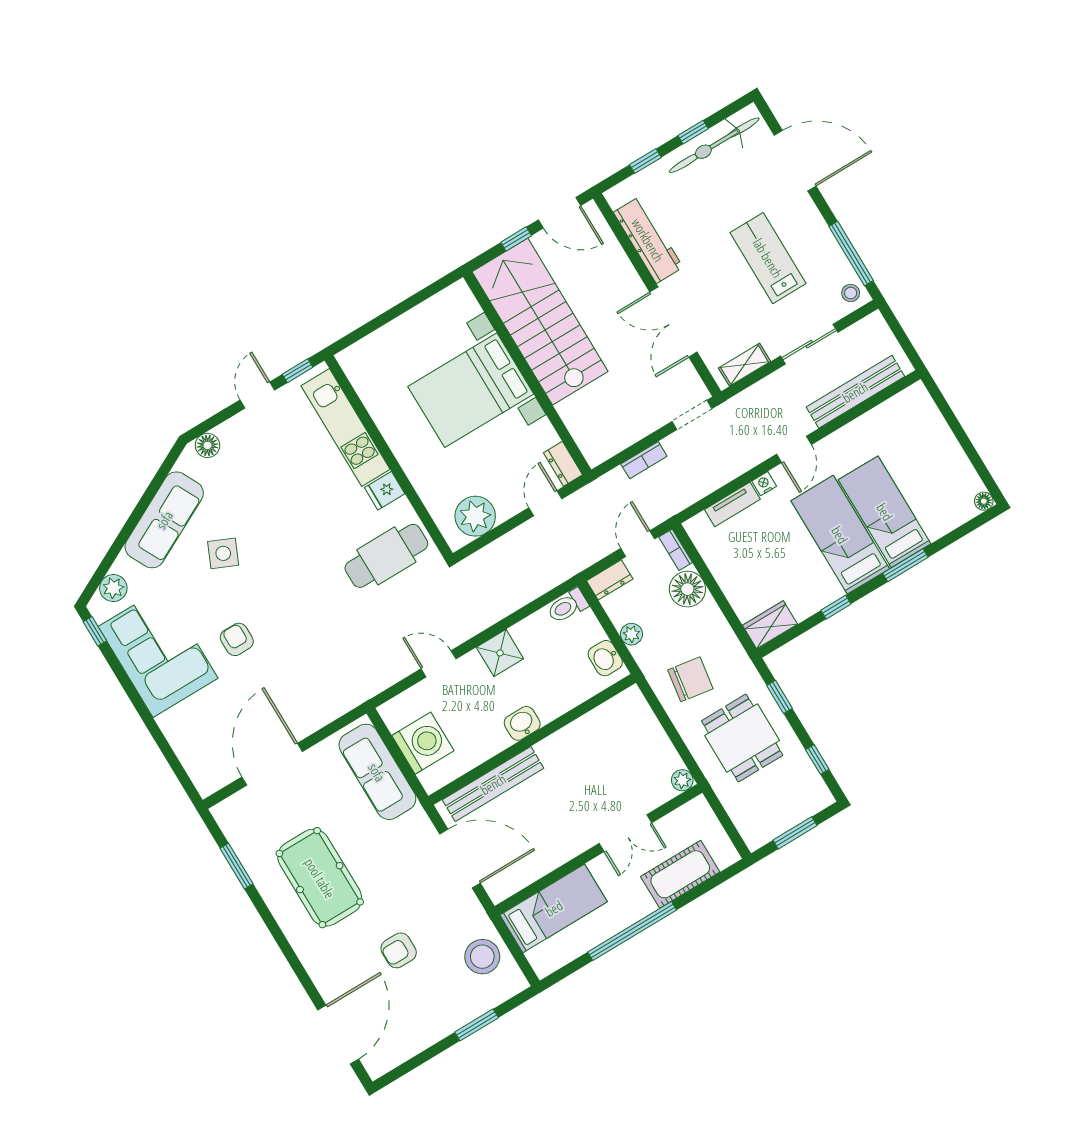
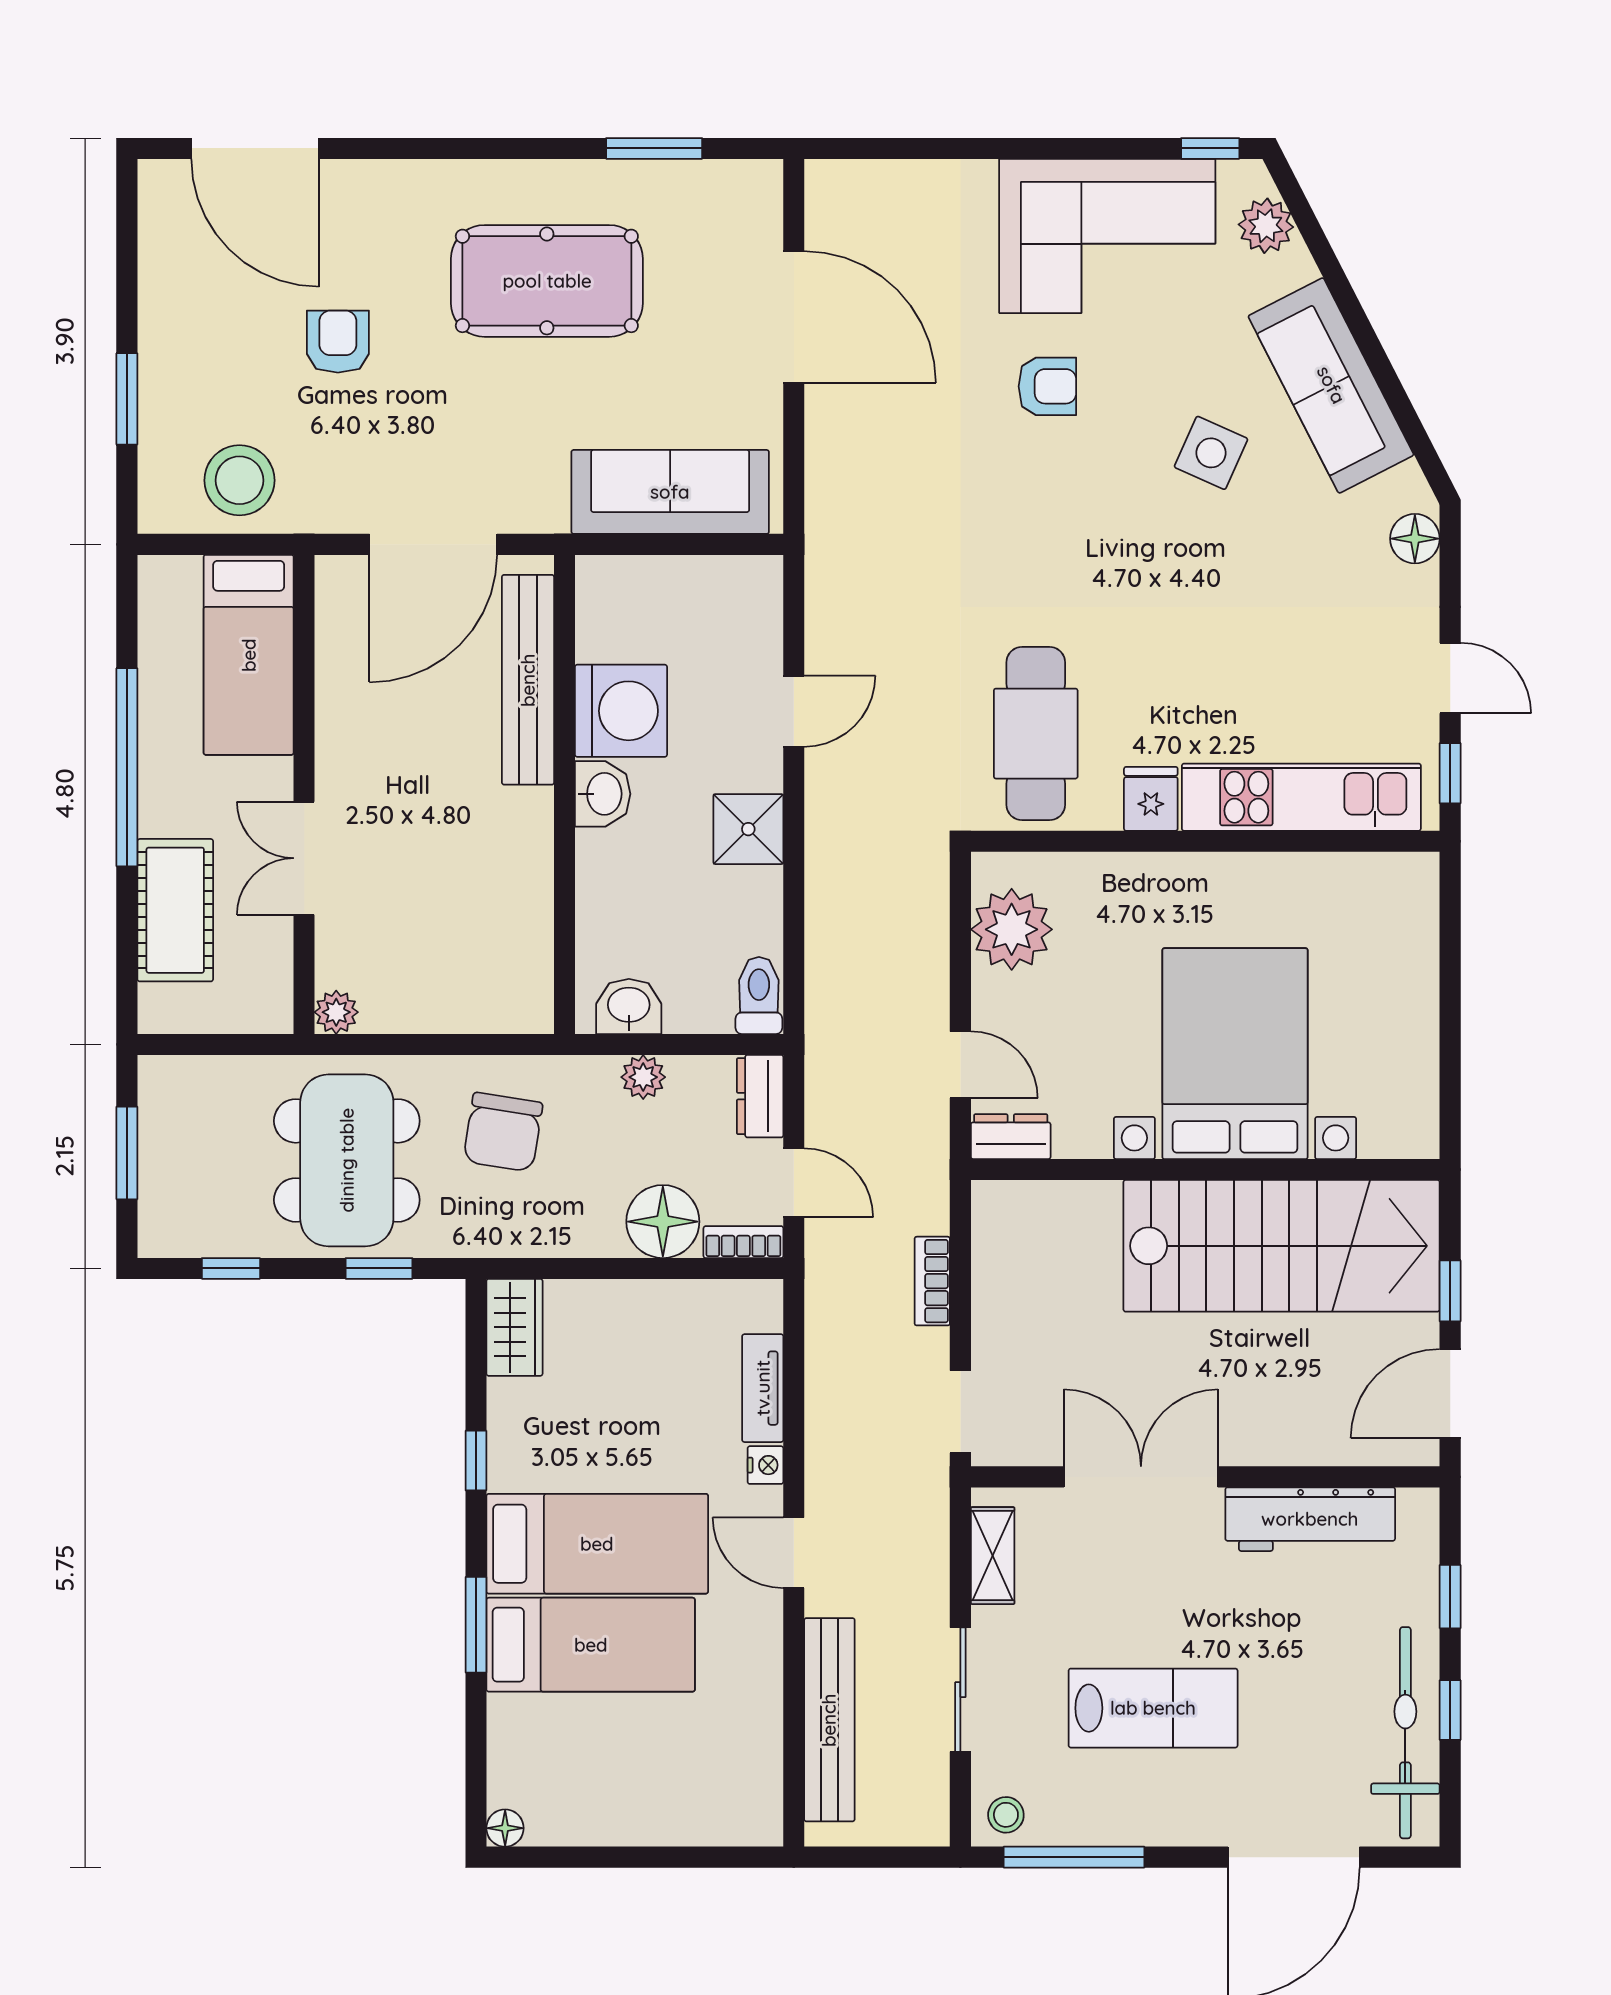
dining table: (742, 738) -> (347, 1160), width x1.38
washing machine: (423, 743) -> (621, 711), moved, turned -90

